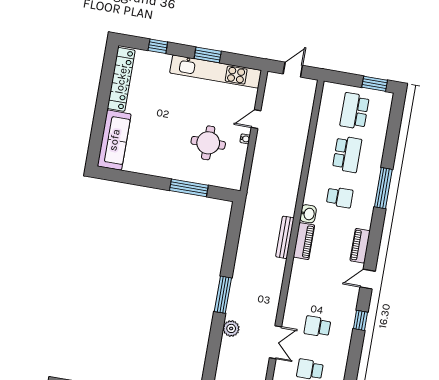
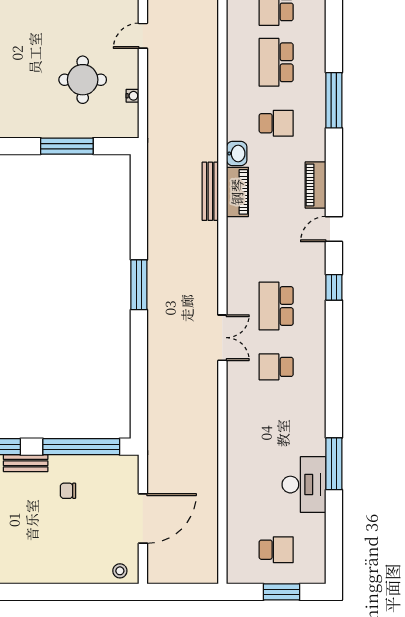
water cooler: (245, 139) -> (132, 96), moved
school desk: (347, 154) -> (276, 62), turned 180
school desk: (317, 326) -> (276, 306), width x1.85
plant: (231, 328) -> (158, 329), removed

